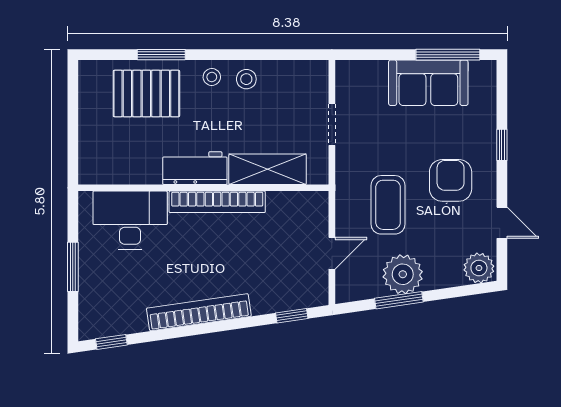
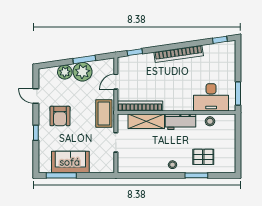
stool: (246, 79) -> (210, 121), moved
pallet: (146, 94) -> (203, 157), width x0.67, depth x0.71
bookcase: (217, 202) -> (140, 106), moved
coffee table: (388, 205) -> (104, 113), moved
window: (73, 267) -> (238, 94), moved
plant: (479, 268) -> (65, 72), moved

